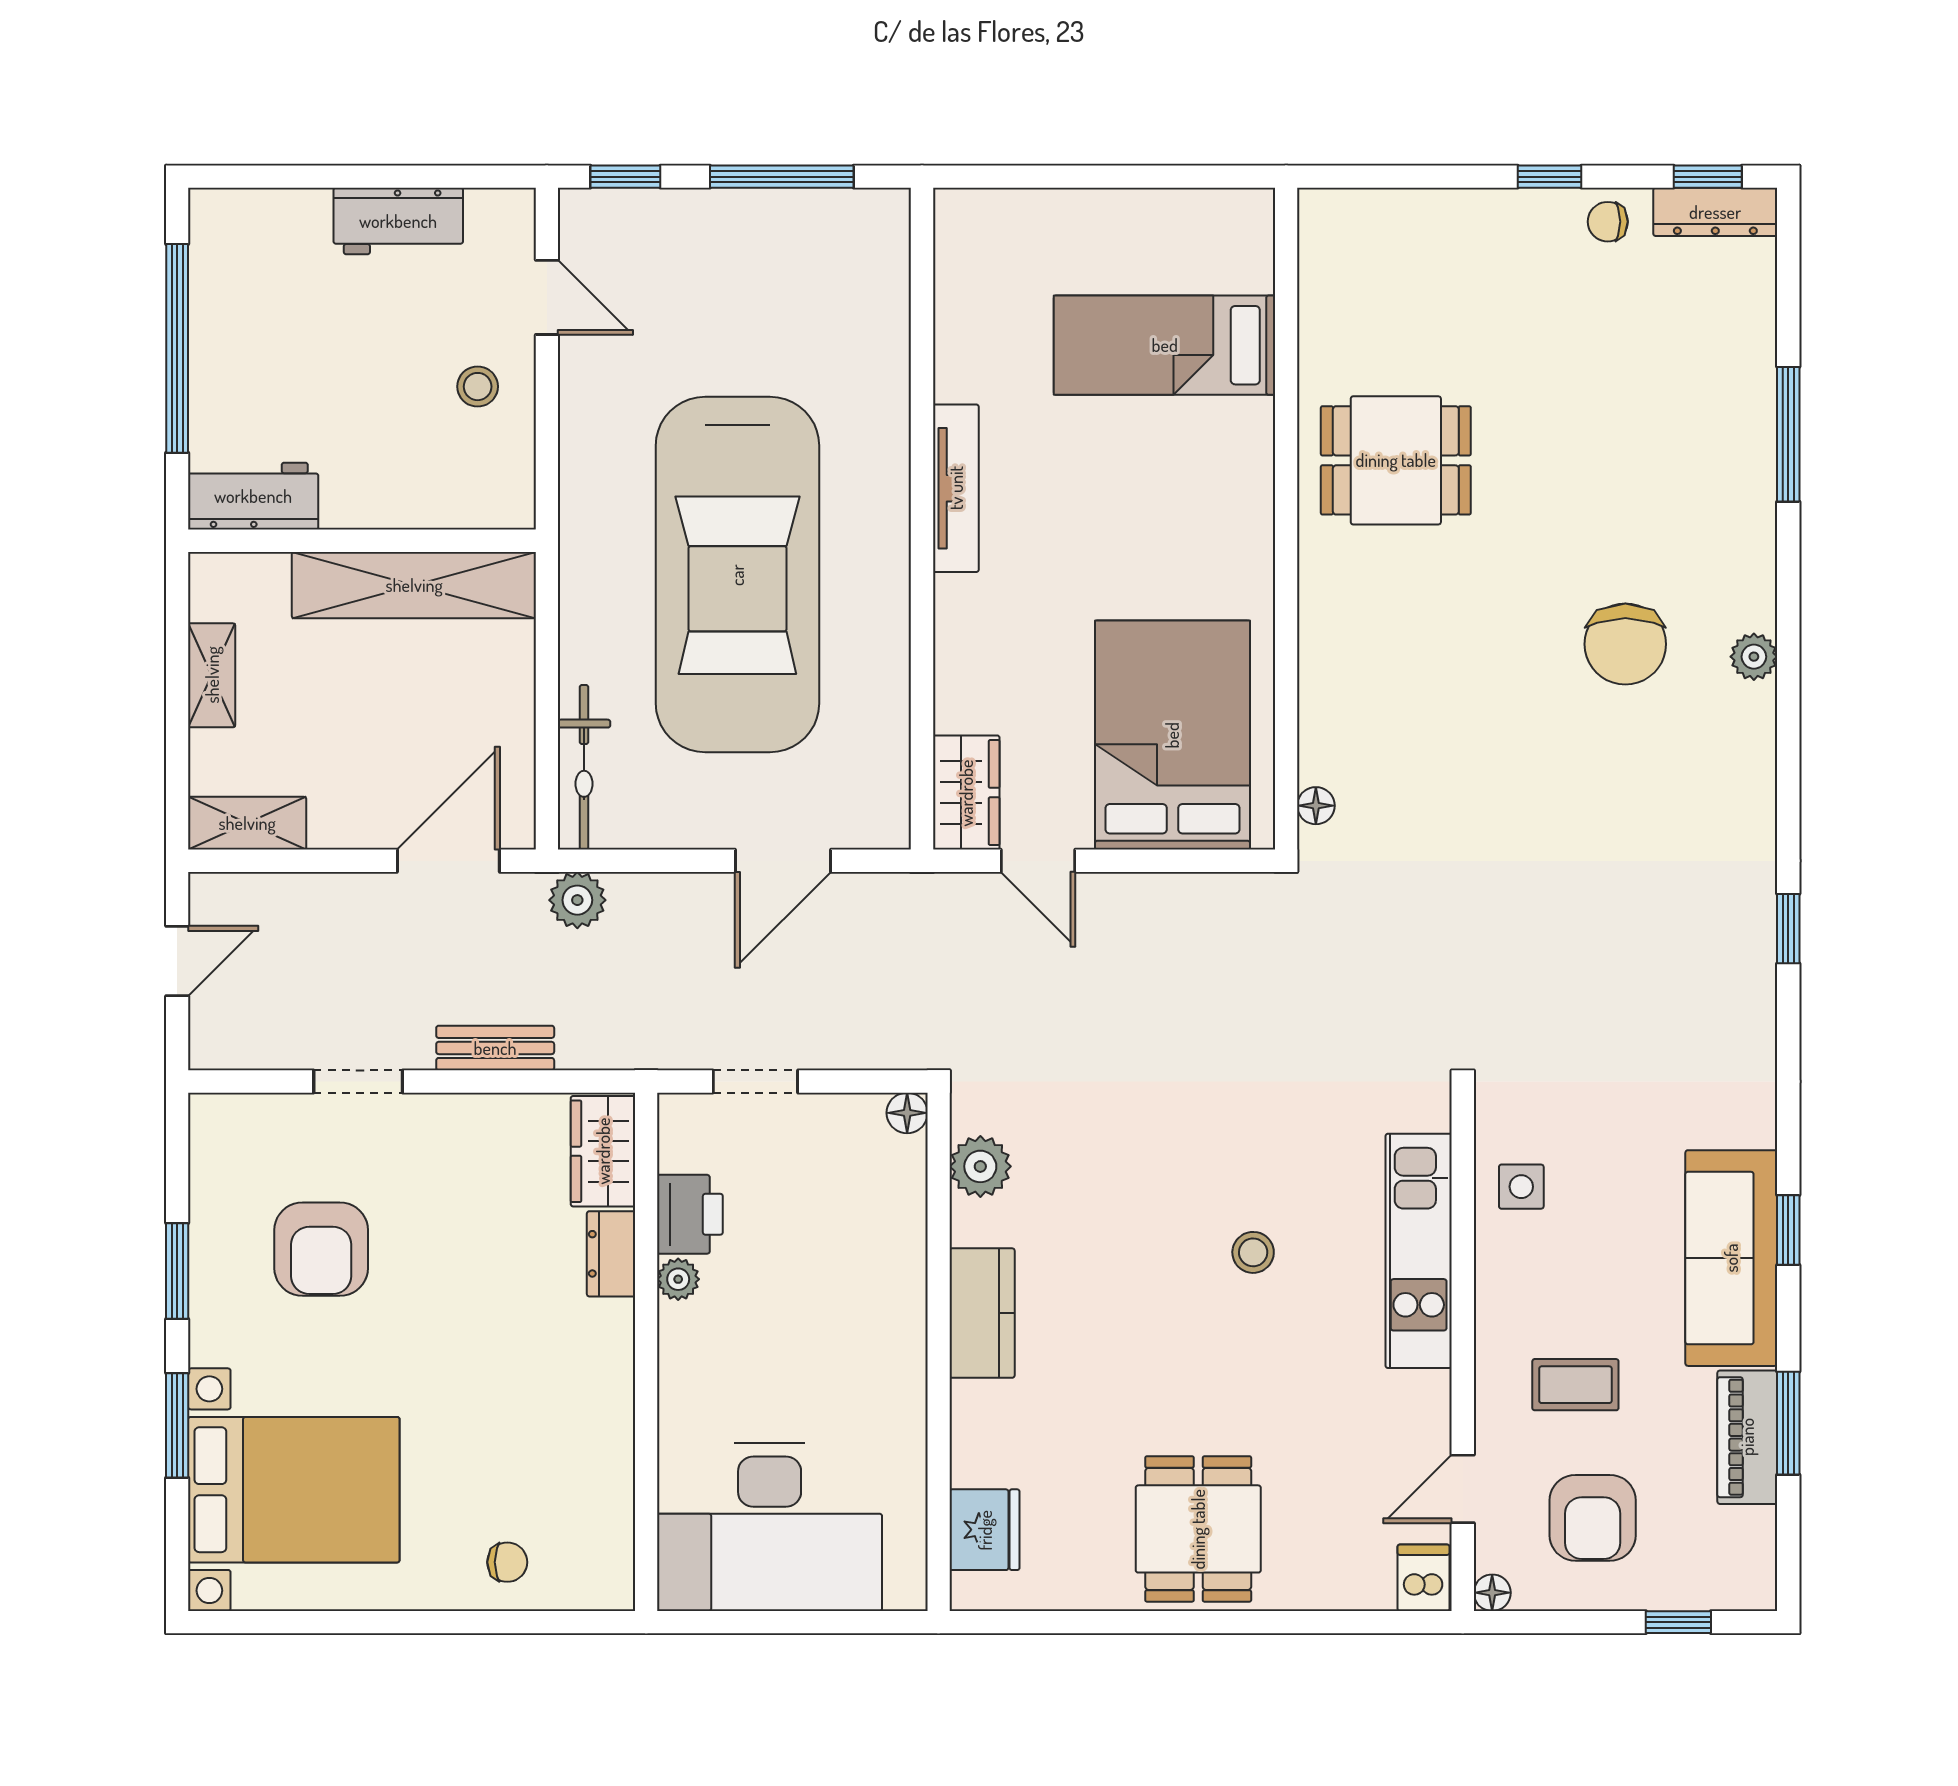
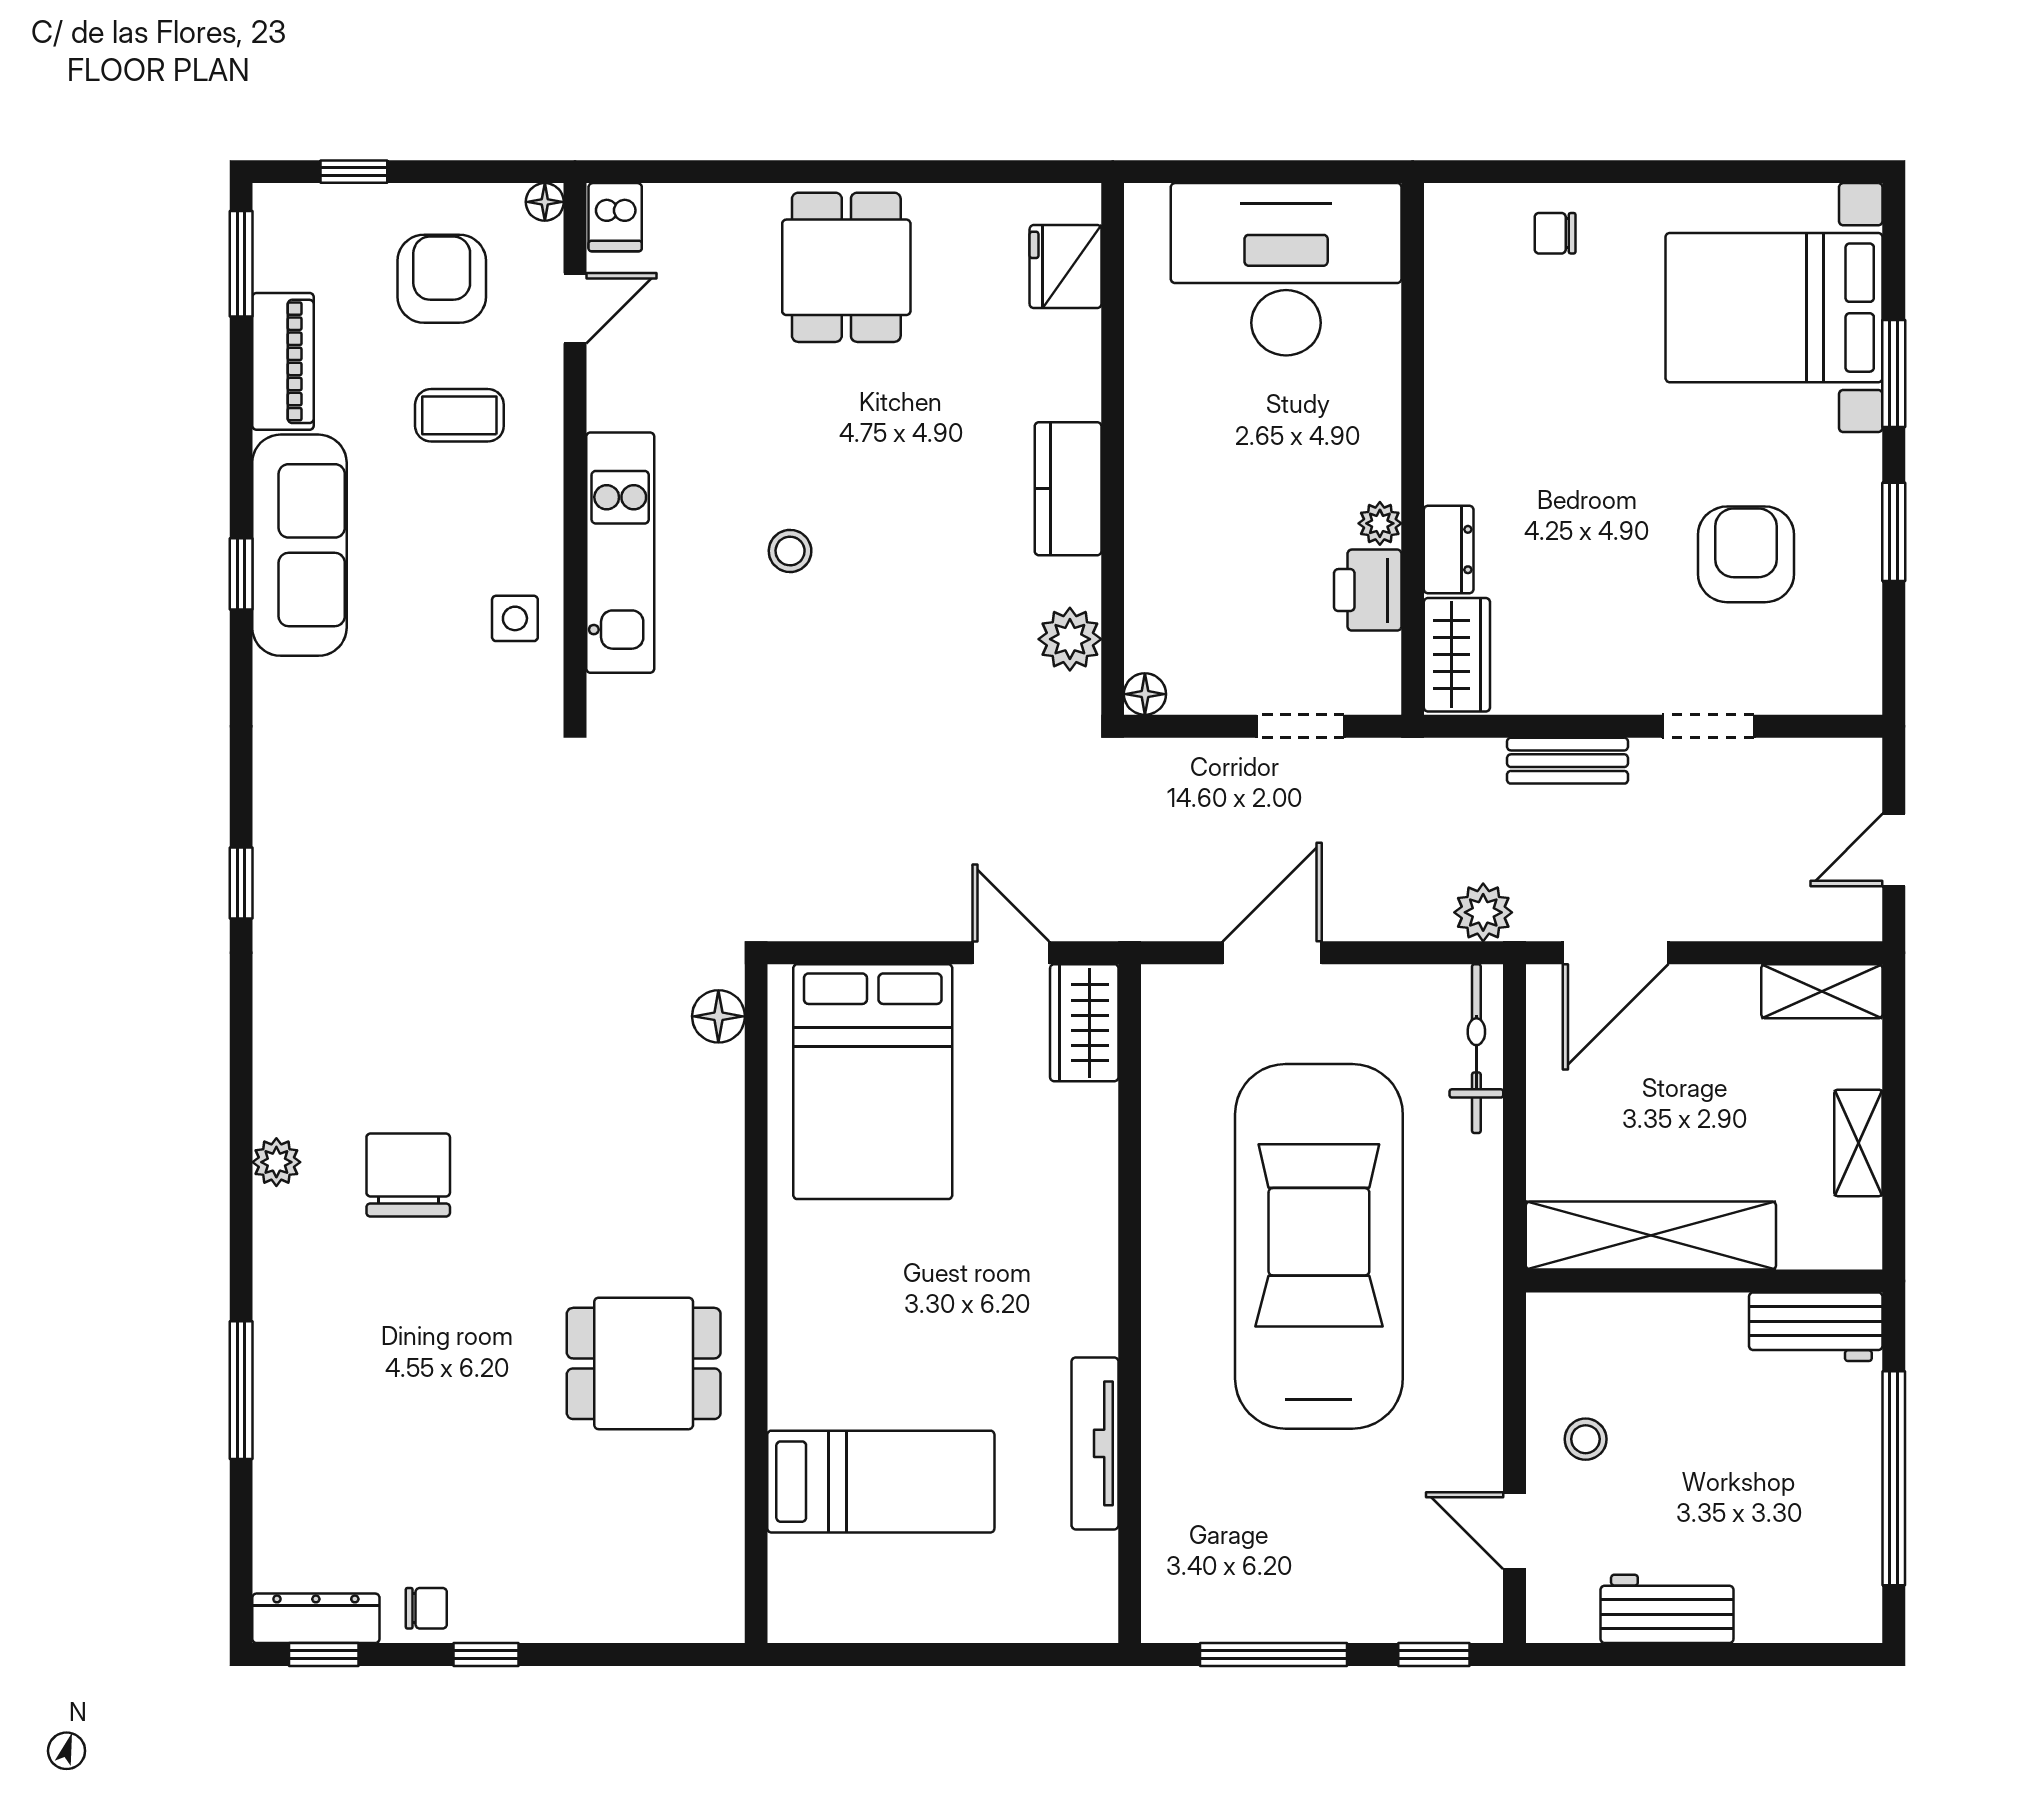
tv unit: (956, 488) -> (1095, 1443), moved
floor lamp: (1316, 806) -> (718, 1016), width x1.37, depth x1.37
window: (1788, 1423) -> (241, 264), moved

